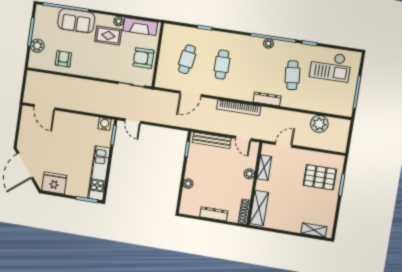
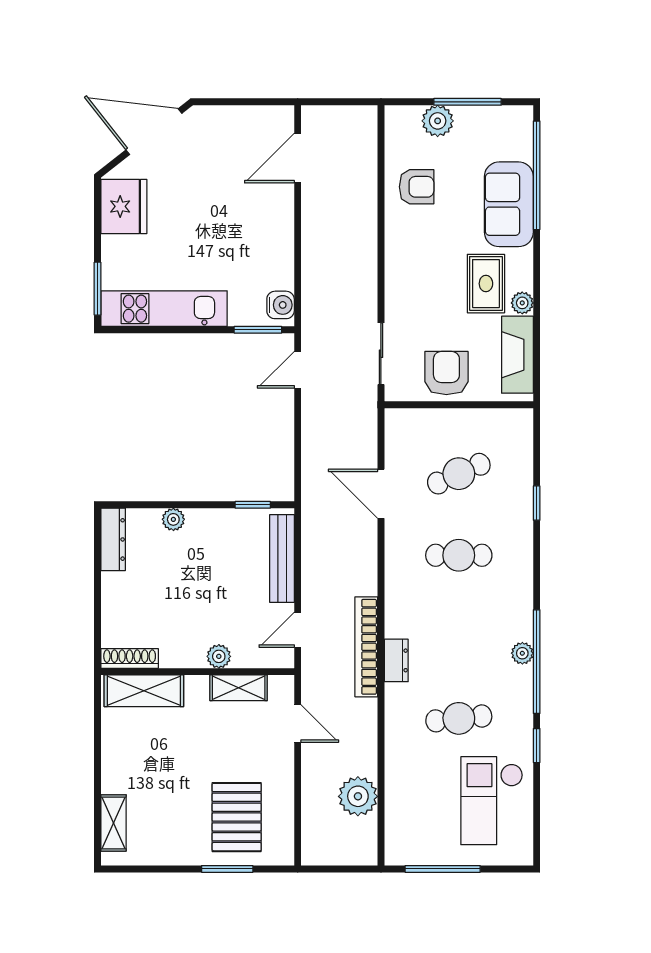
cafe table: (187, 59) -> (459, 474), turned -33
dresser: (267, 99) -> (396, 660), width x0.70
bookcase: (239, 108) -> (366, 647), moved
dresser: (214, 214) -> (113, 539), moved

